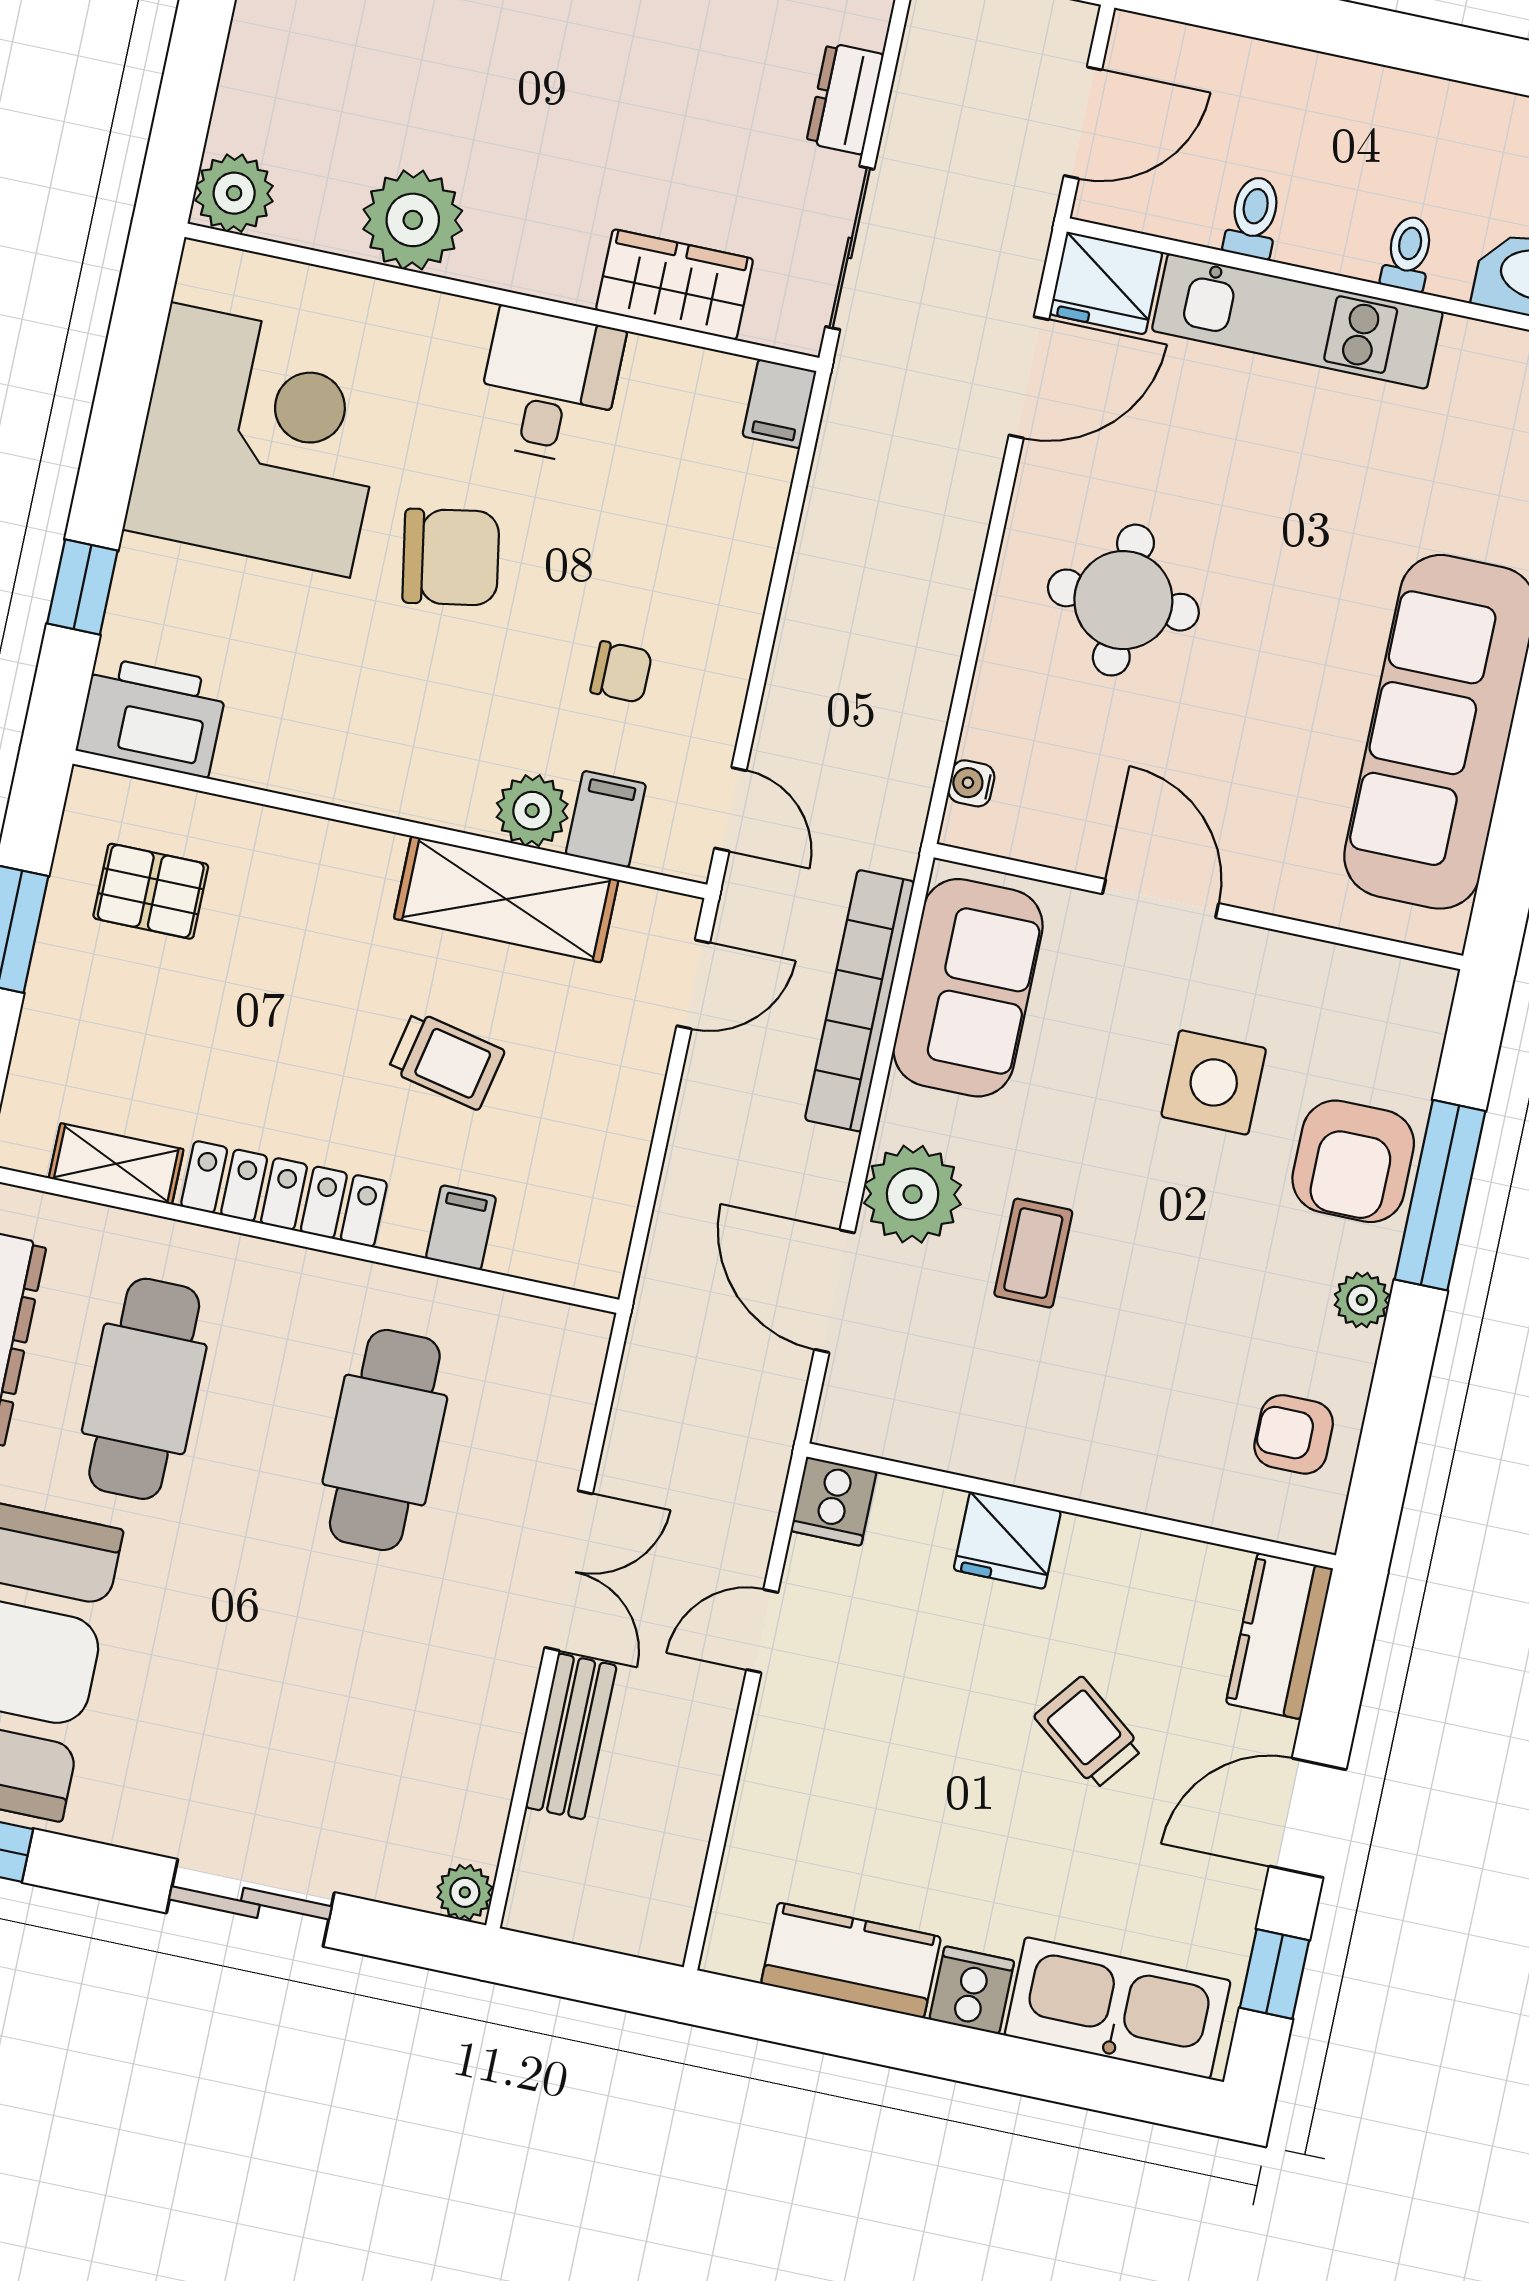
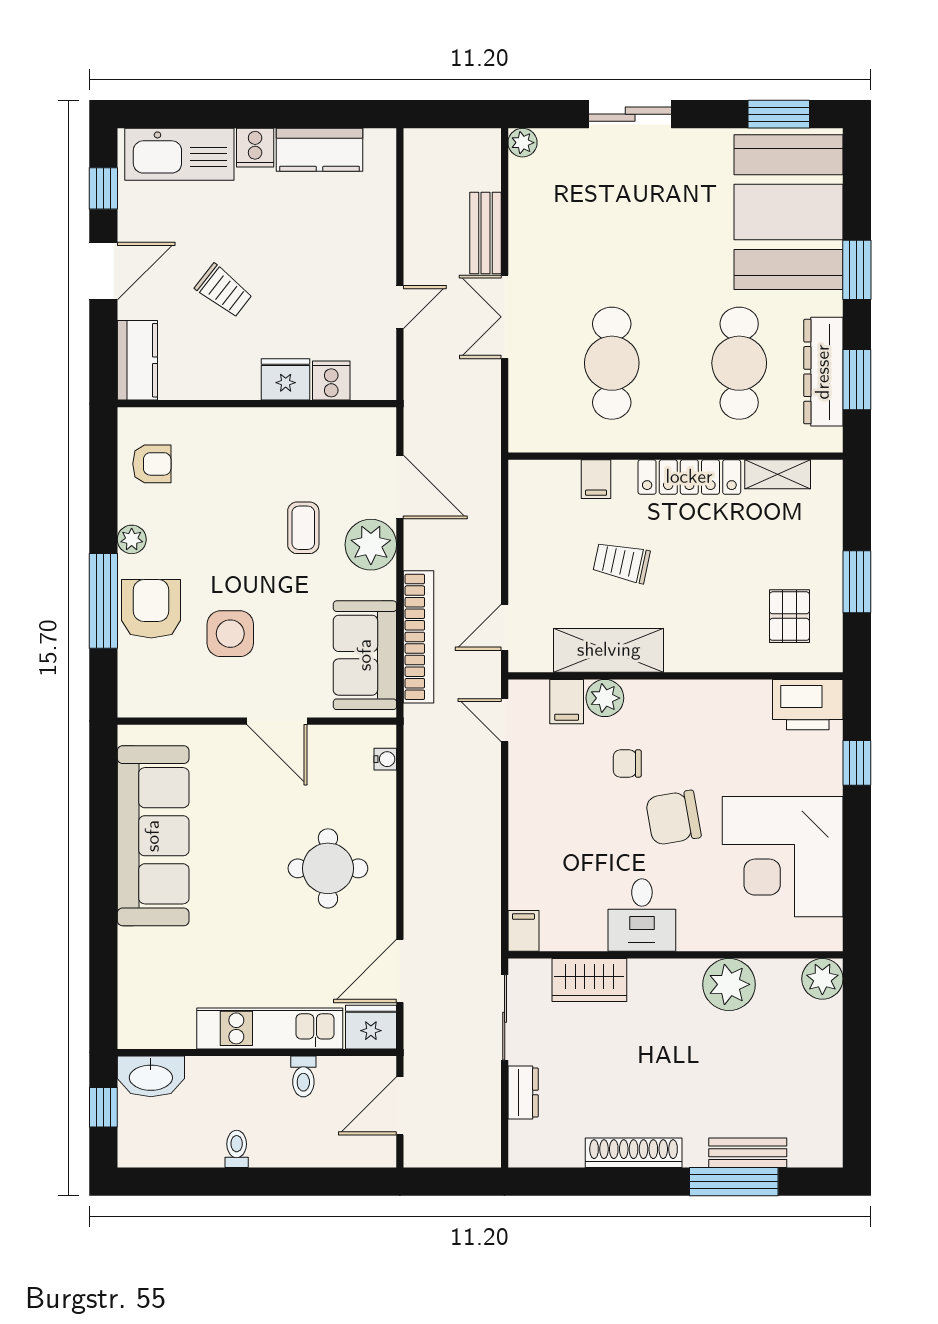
toilet: (1408, 253) -> (237, 1149), moved, turned 180
chair: (621, 672) -> (627, 763), moved
pallet: (151, 891) -> (789, 616), turned 90
cooker: (834, 1501) -> (331, 381), moved

